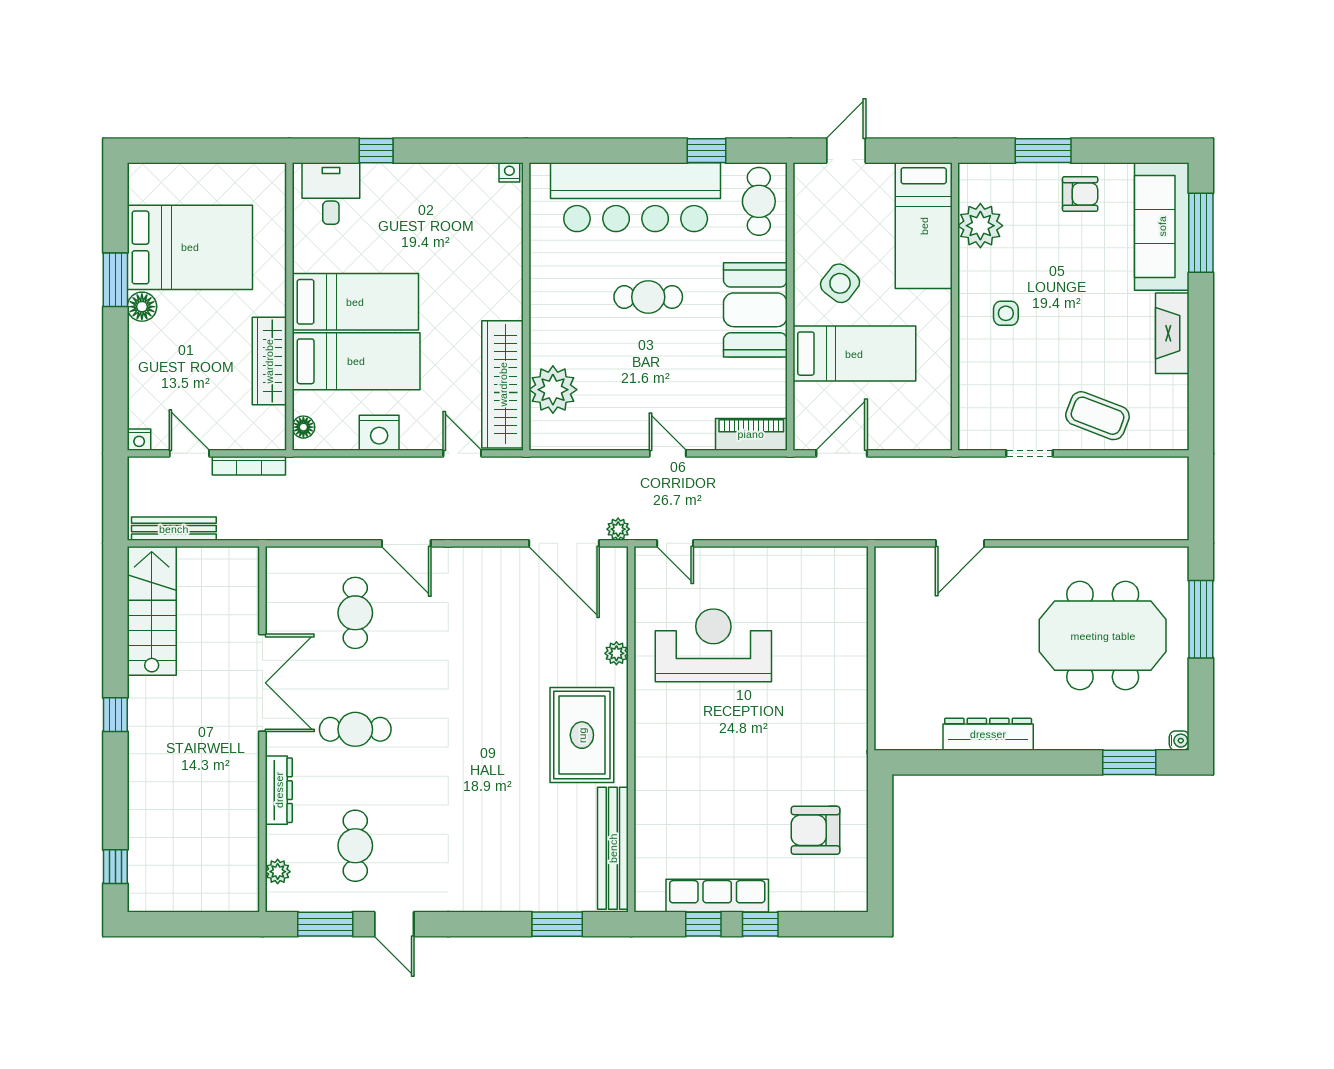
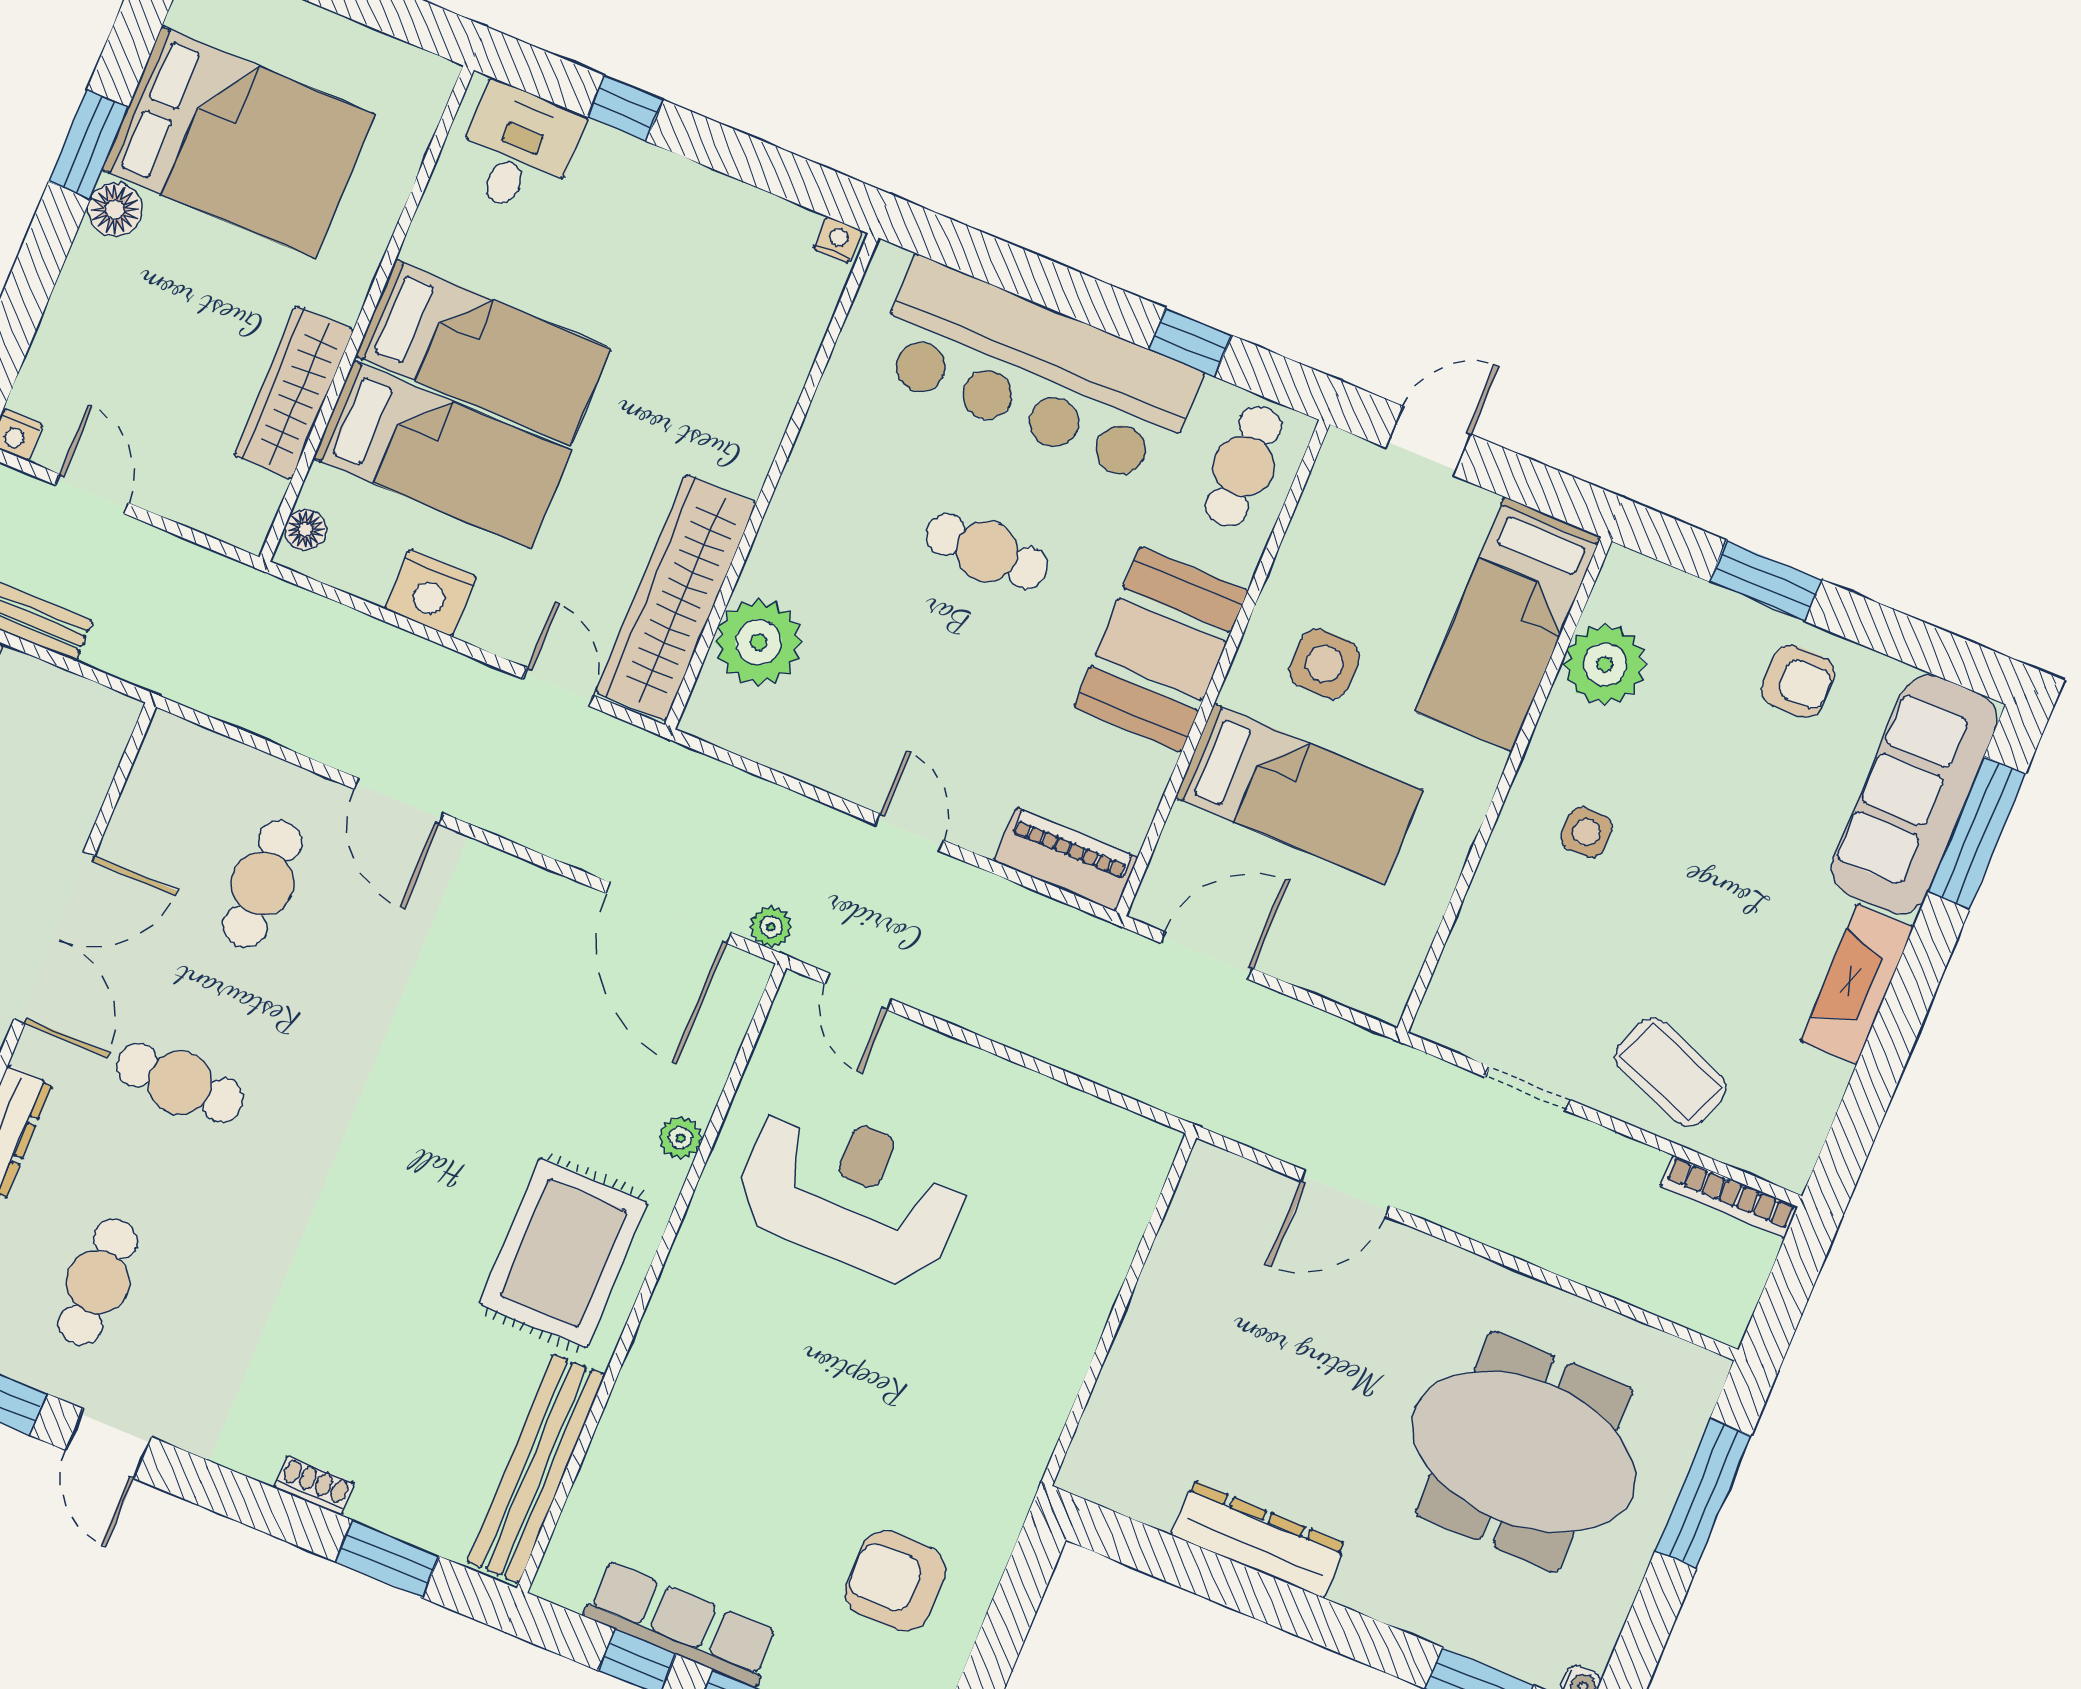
side table: (840, 283) -> (1324, 664), turned -38
bookcase: (249, 466) -> (1729, 1197), moved
shoe rack: (506, 903) -> (314, 1485), added

